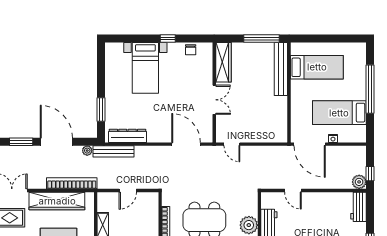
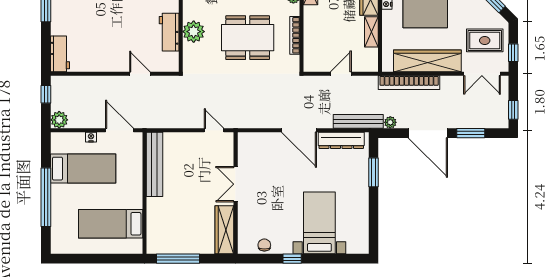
bench: (281, 69) -> (154, 164), moved
door: (186, 144) -> (299, 130), moved
door: (310, 144) -> (119, 130), width x0.73
plant: (359, 182) -> (59, 120), moved

